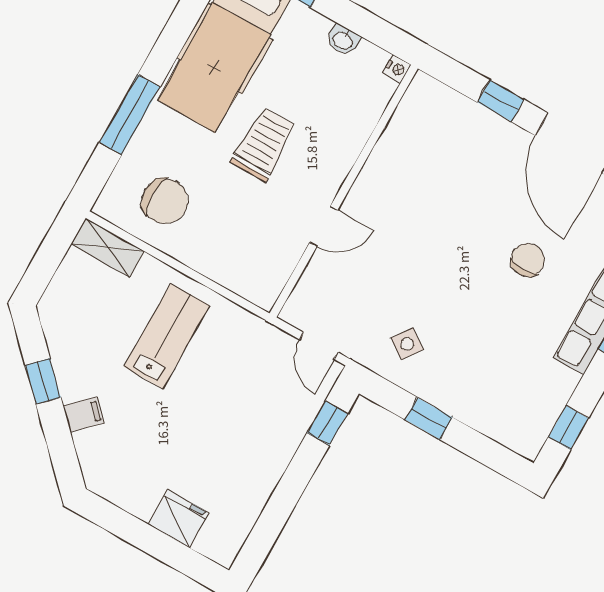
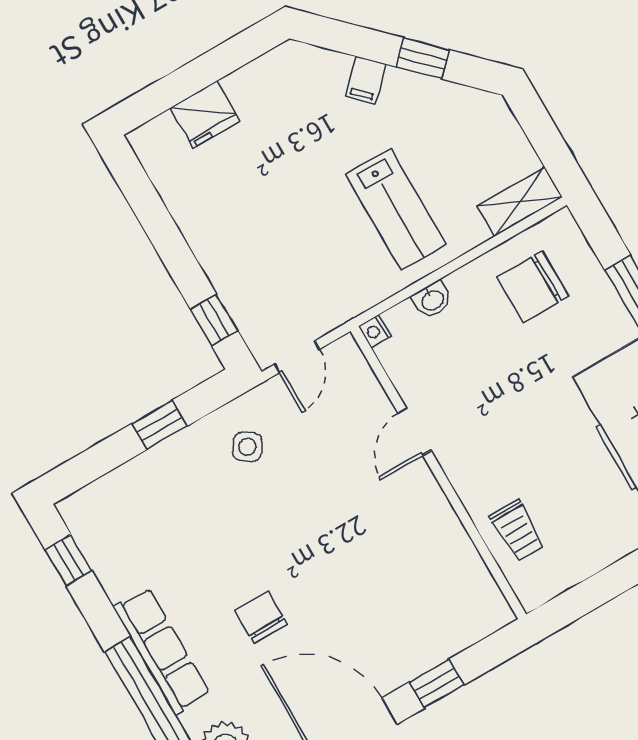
washbasin: (343, 40) -> (432, 300), moved, turned 180
nightstand: (397, 69) -> (375, 331), moved
trolley: (264, 144) -> (517, 530), moved, width x0.73, depth x0.72
chair: (528, 260) -> (261, 617), turned 180
door: (319, 346) -> (297, 357), swing flipped

